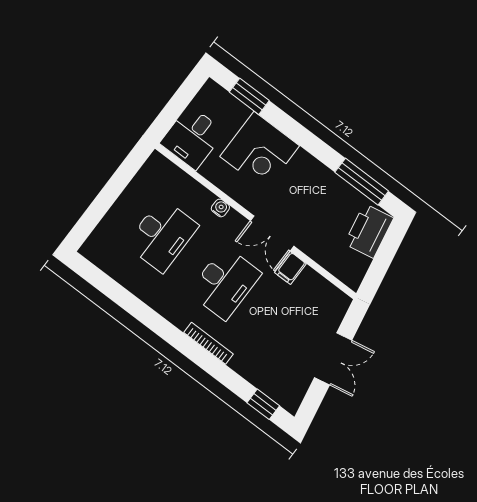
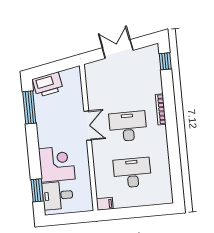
desk: (192, 137) -> (58, 195), moved, turned 180
water cooler: (220, 208) -> (97, 158), removed
filing cabinet: (290, 268) -> (105, 204), moved

